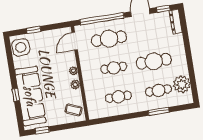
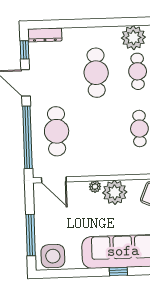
window: (34, 30) -> (31, 235), width x2.17
cafe table: (114, 68) -> (98, 130), removed
plant: (75, 84) -> (115, 192), width x1.87, depth x1.87

